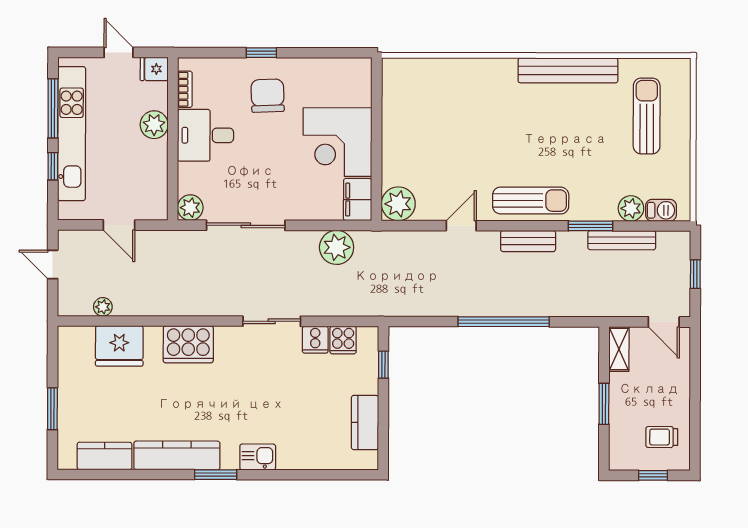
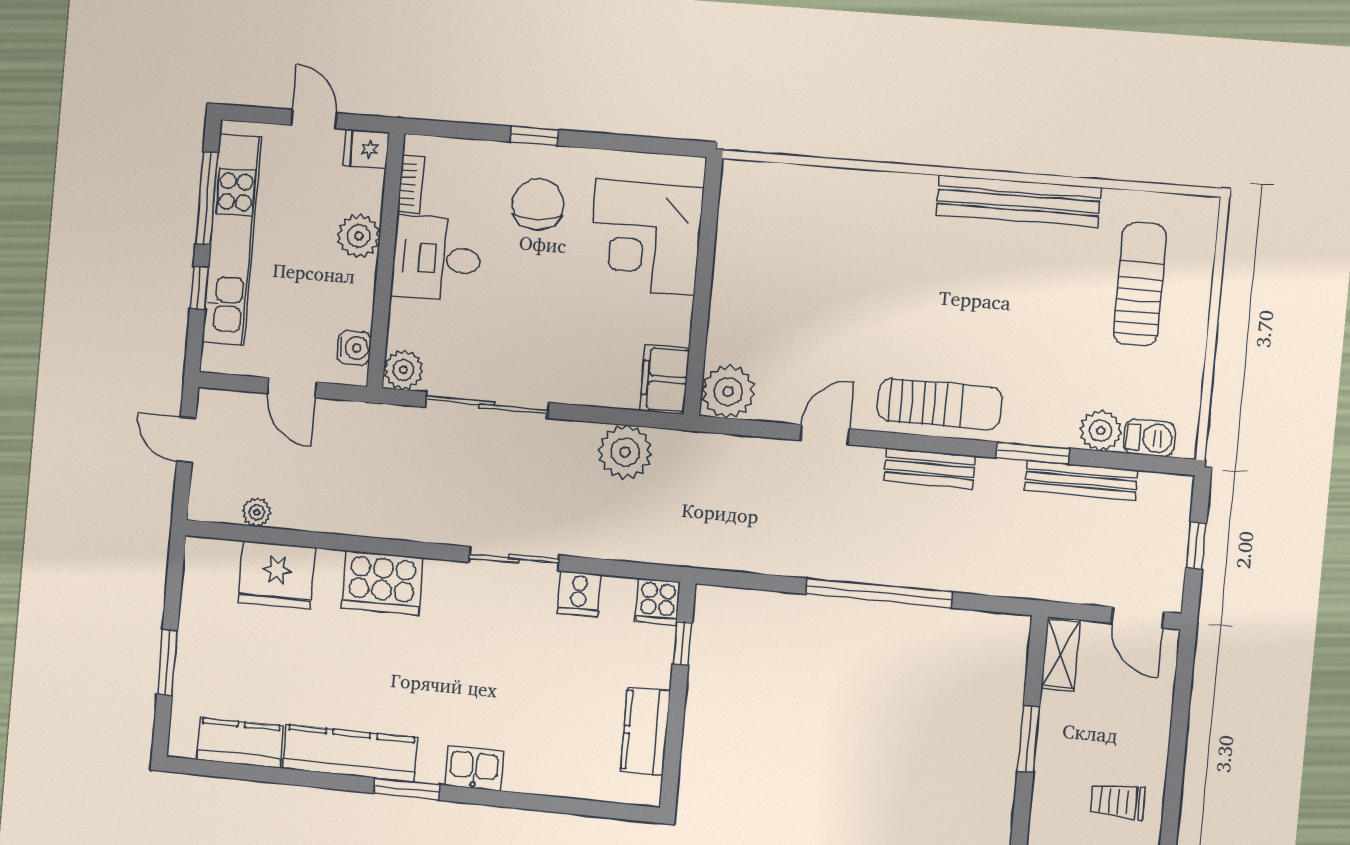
corner desk: (337, 142) -> (645, 237), moved
water cooler: (157, 196) -> (354, 348), added
cooker: (343, 340) -> (658, 602), moved

